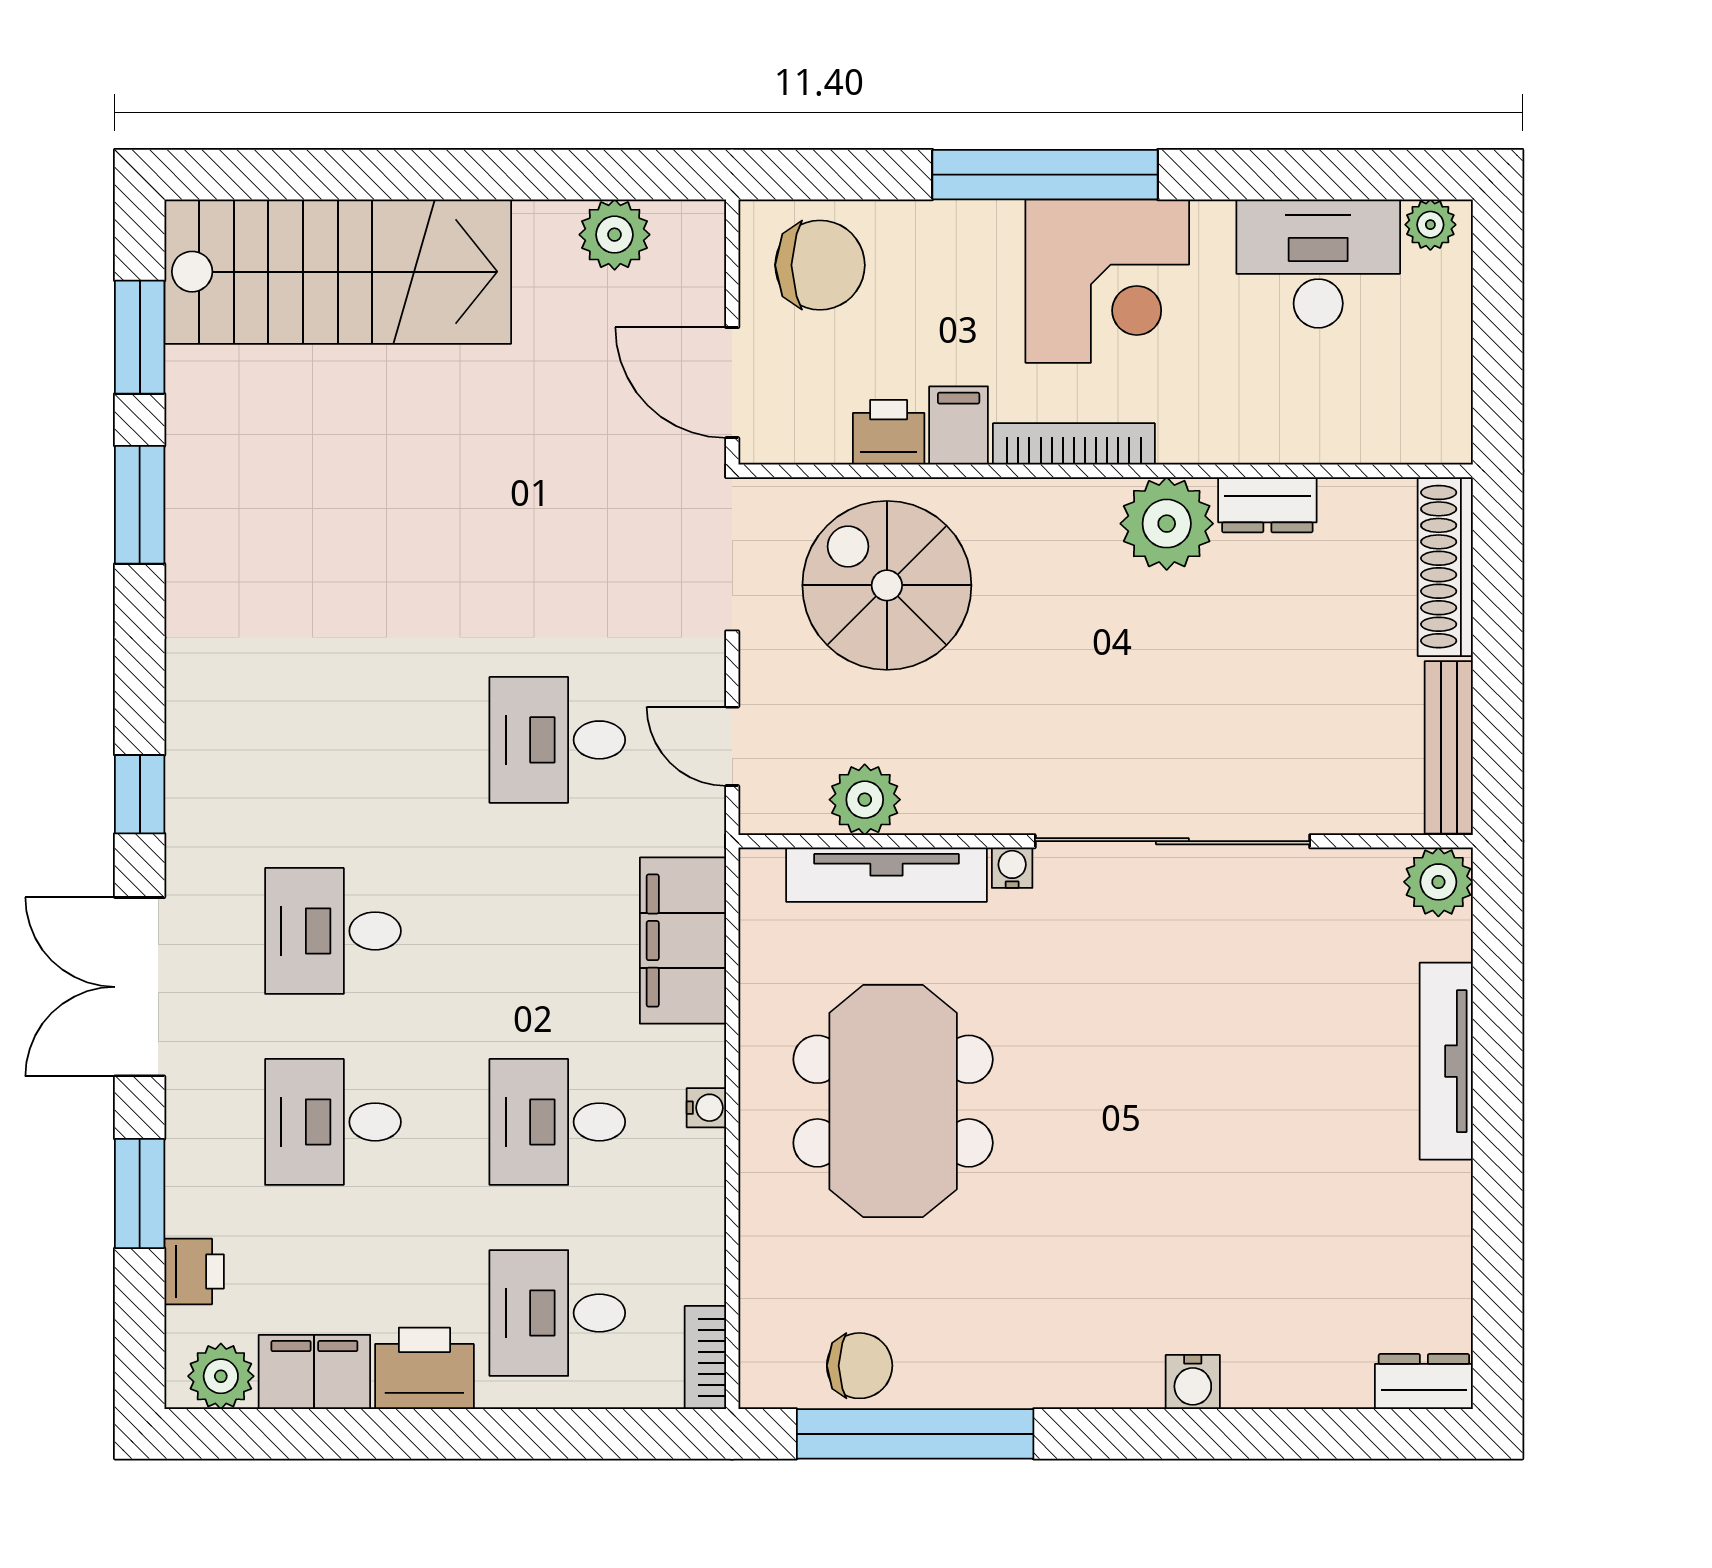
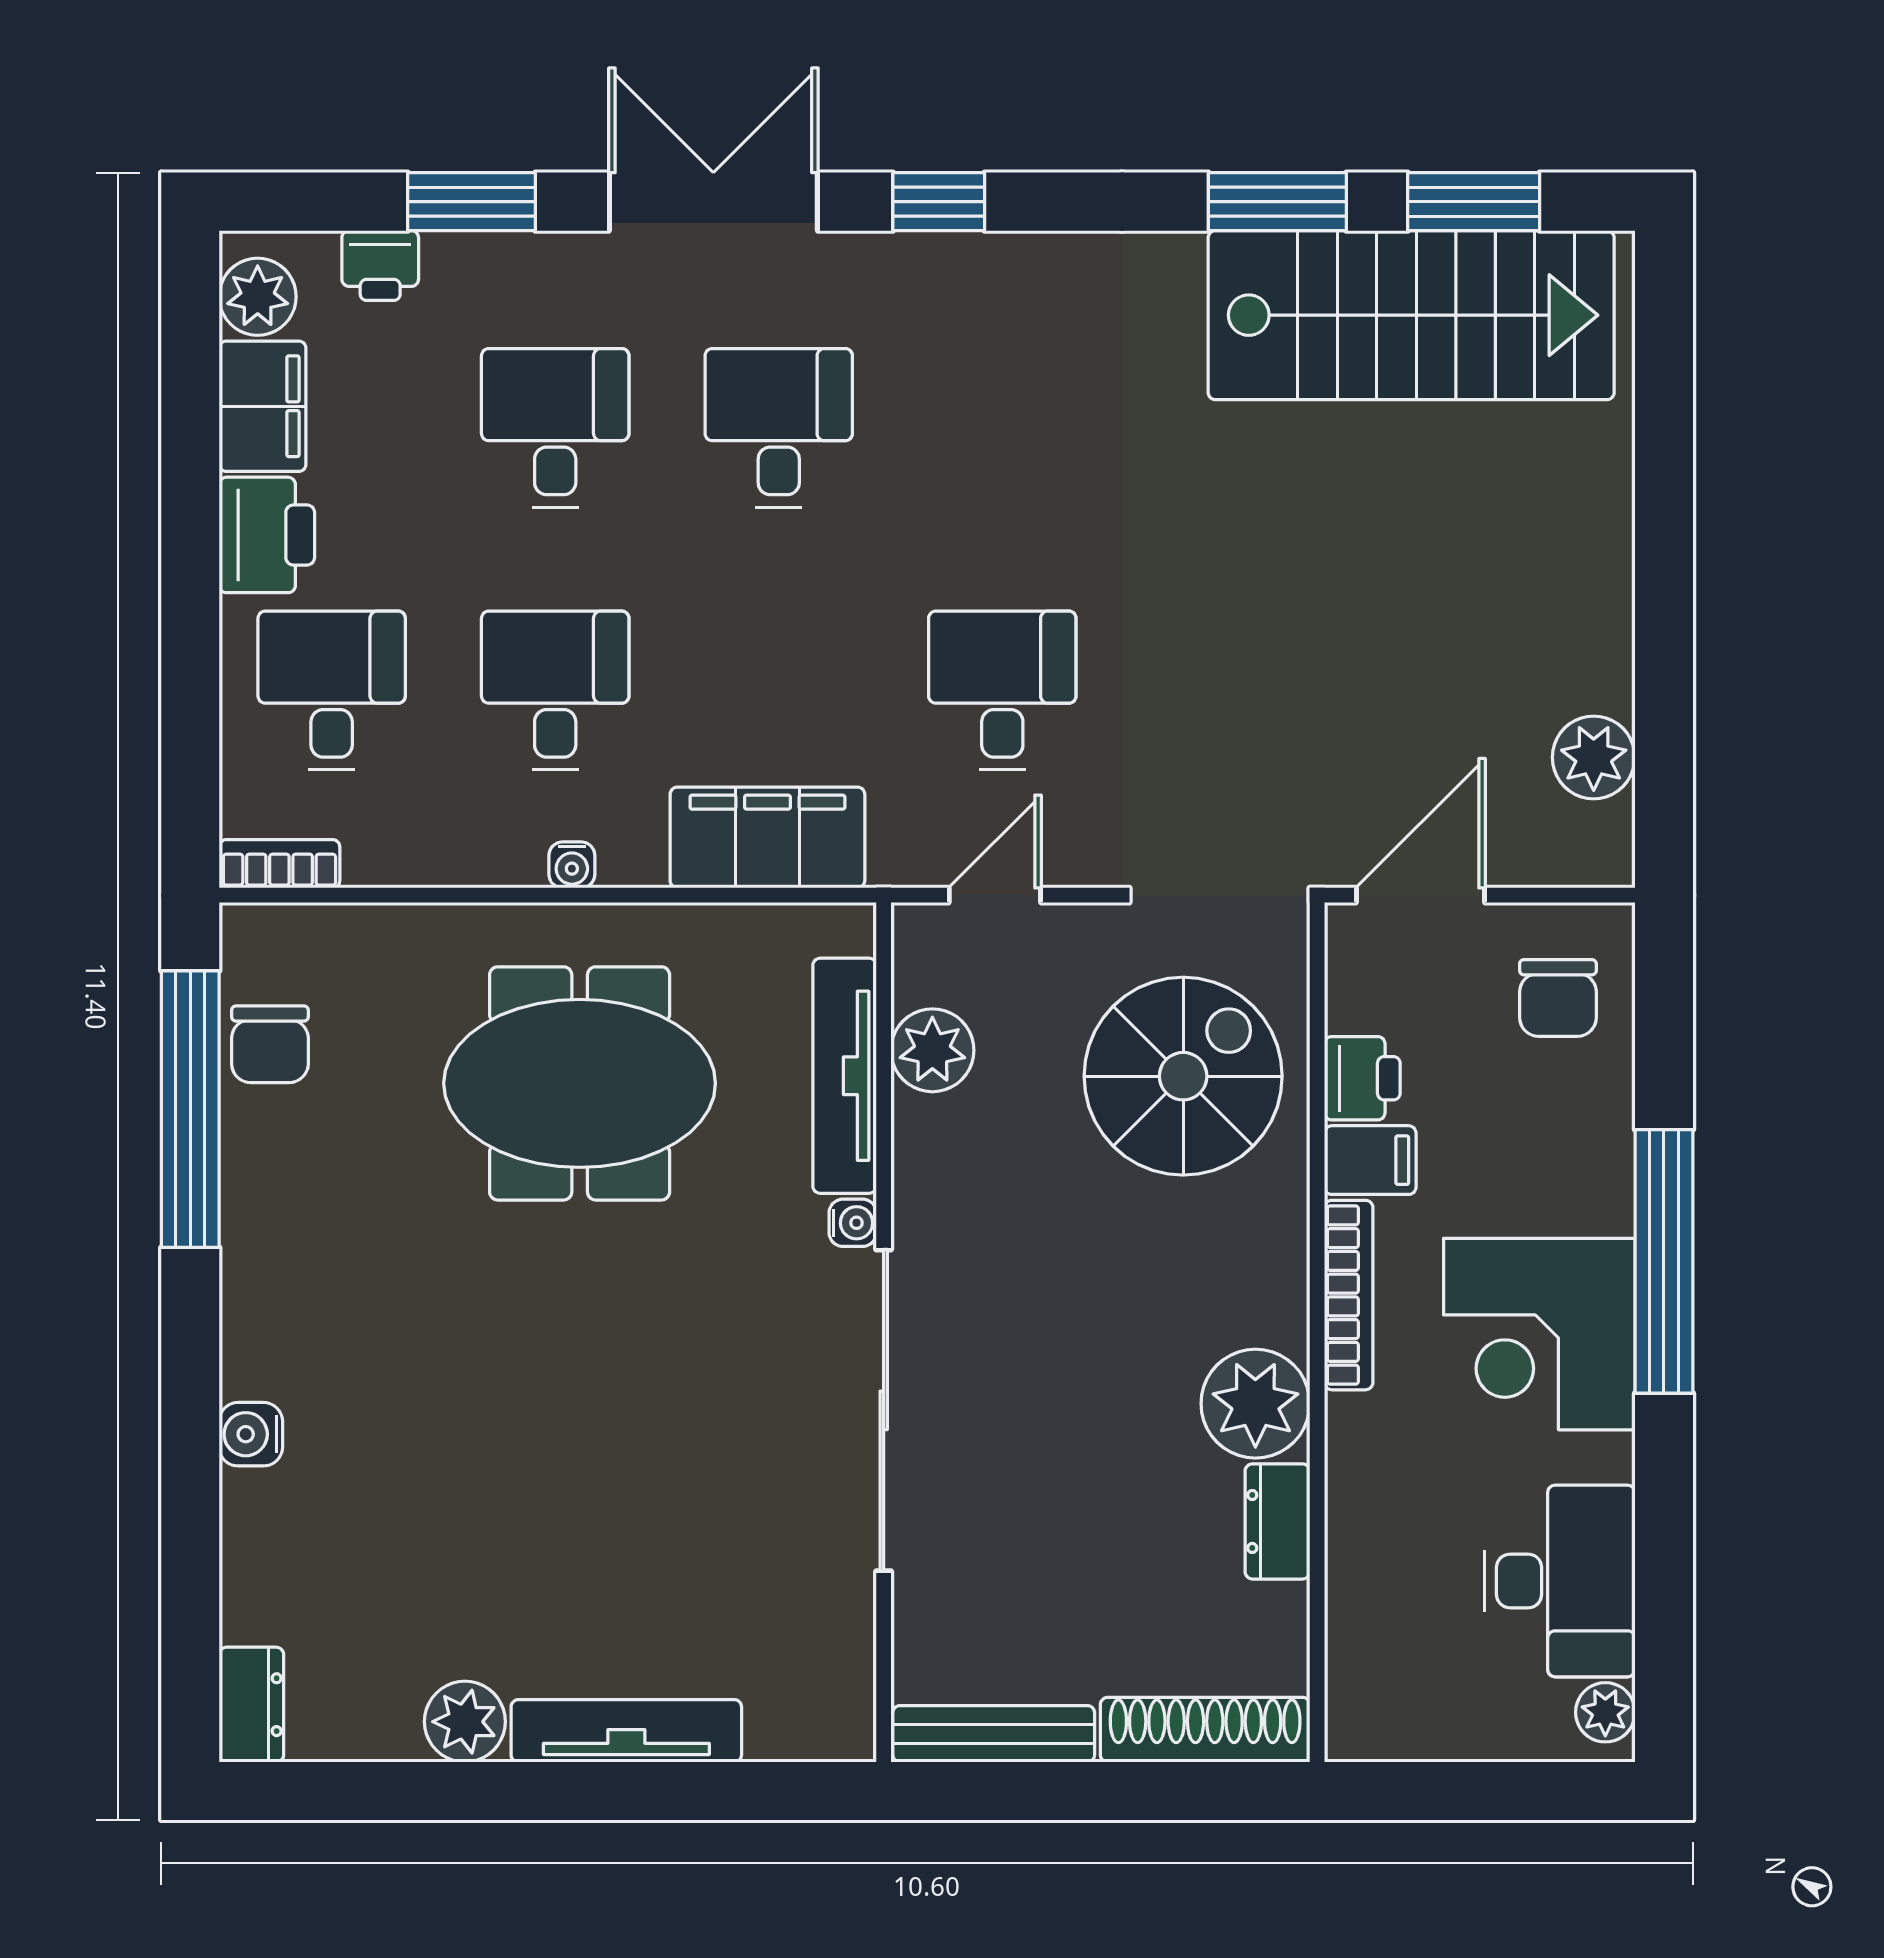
chair: (820, 265) -> (1558, 998), width x0.73, depth x0.73
stairs: (338, 272) -> (1411, 315), moved, turned -90
plant: (1438, 882) -> (465, 1722), moved

